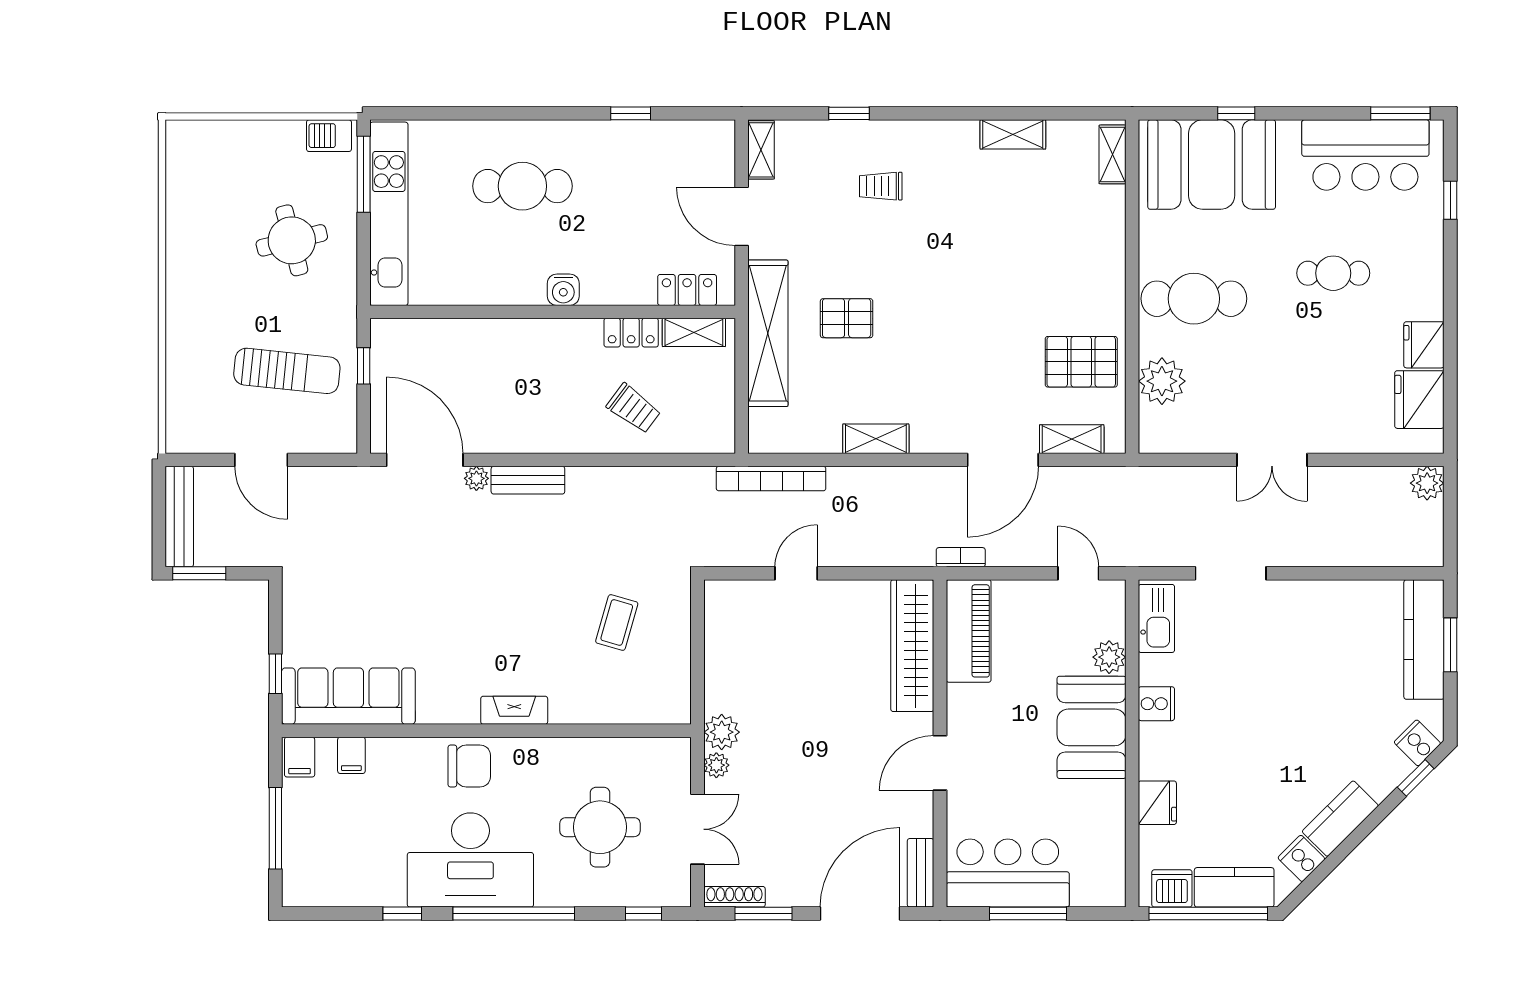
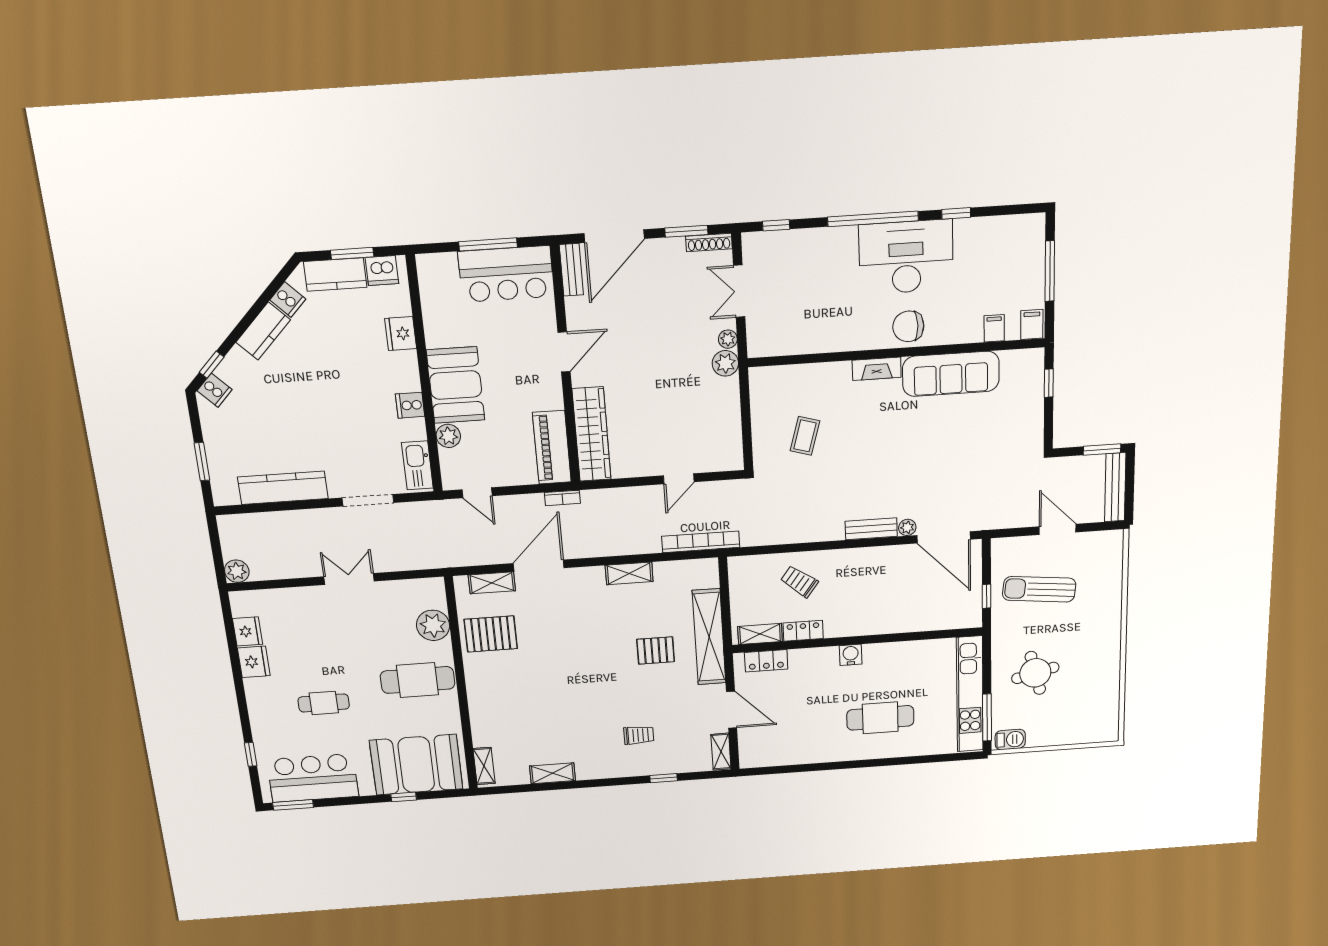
window: (631, 113) -> (809, 768), removed
fridge: (1419, 400) -> (248, 631), width x0.73, depth x0.75
kitchen counter: (1424, 640) -> (283, 488), moved, turned -90
sofa: (348, 696) -> (951, 374), moved
round table: (600, 827) -> (811, 288), removed
window: (1208, 913) -> (352, 253), width x0.47

